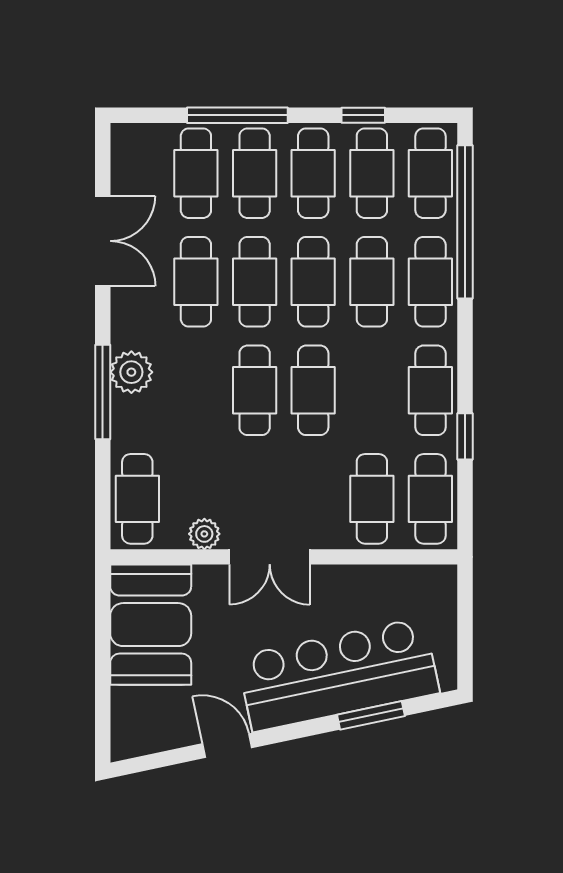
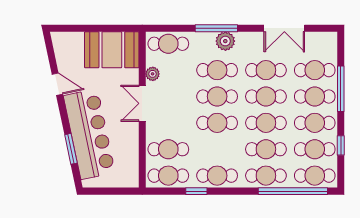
cafe table: (196, 390) -> (217, 70), added
door: (227, 746) -> (57, 84), hinge flipped

